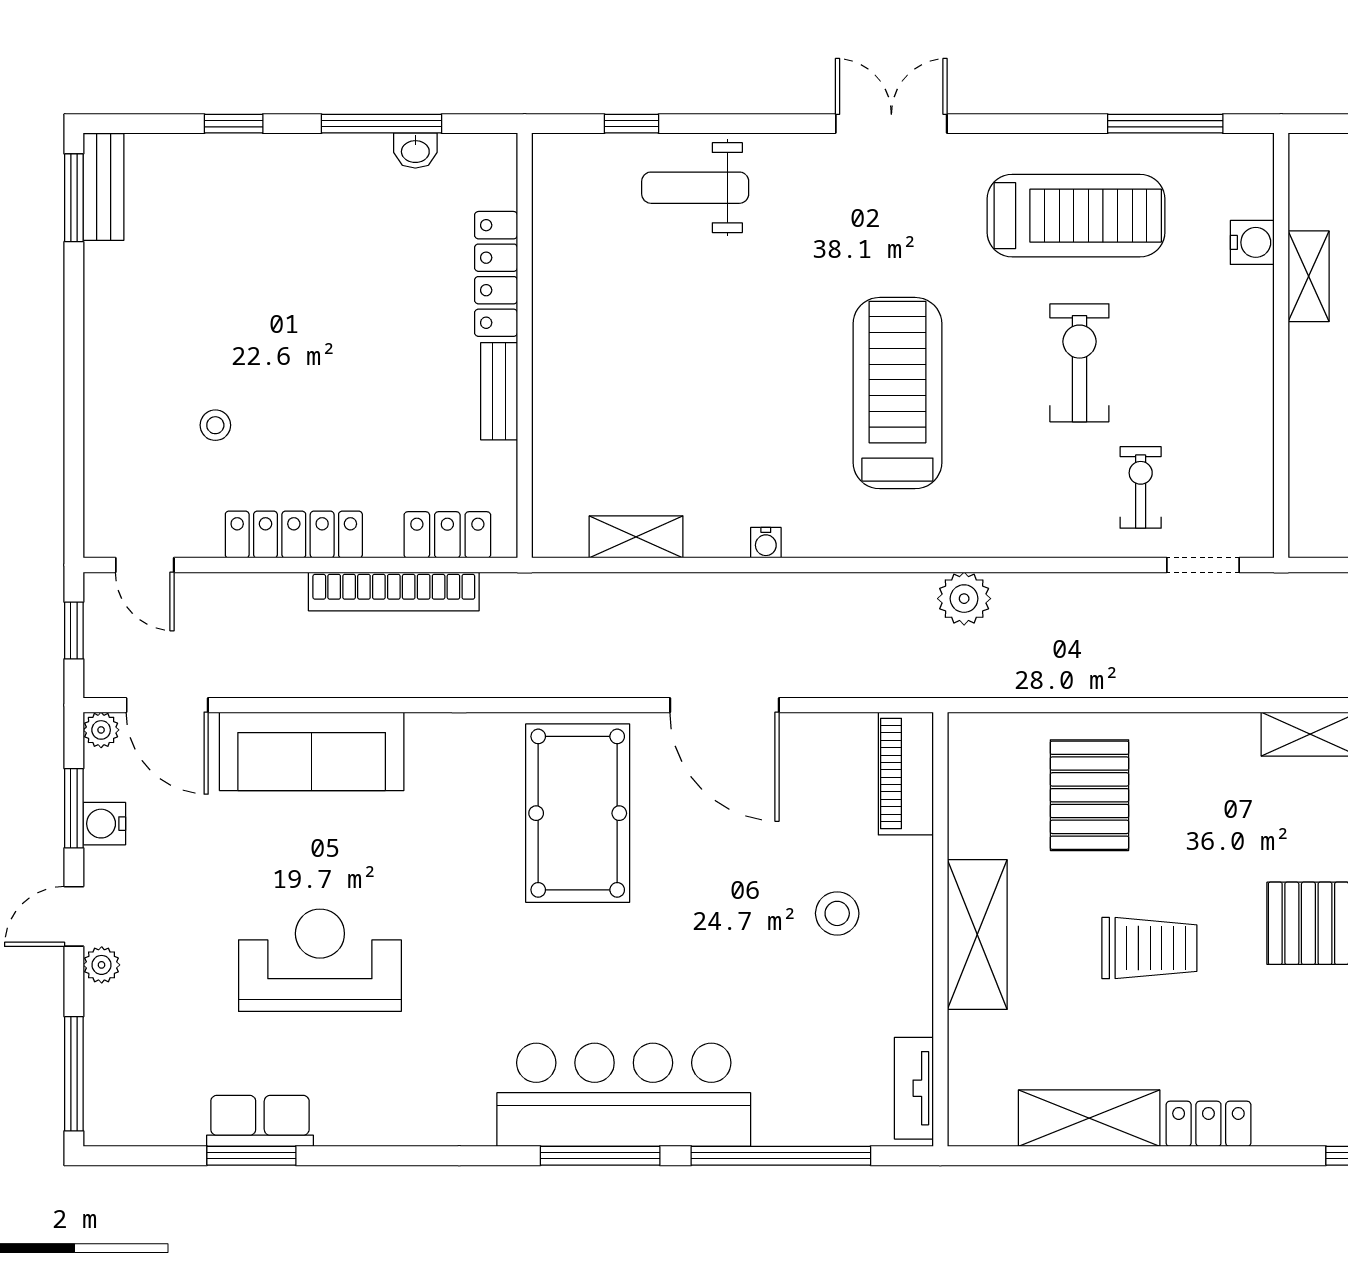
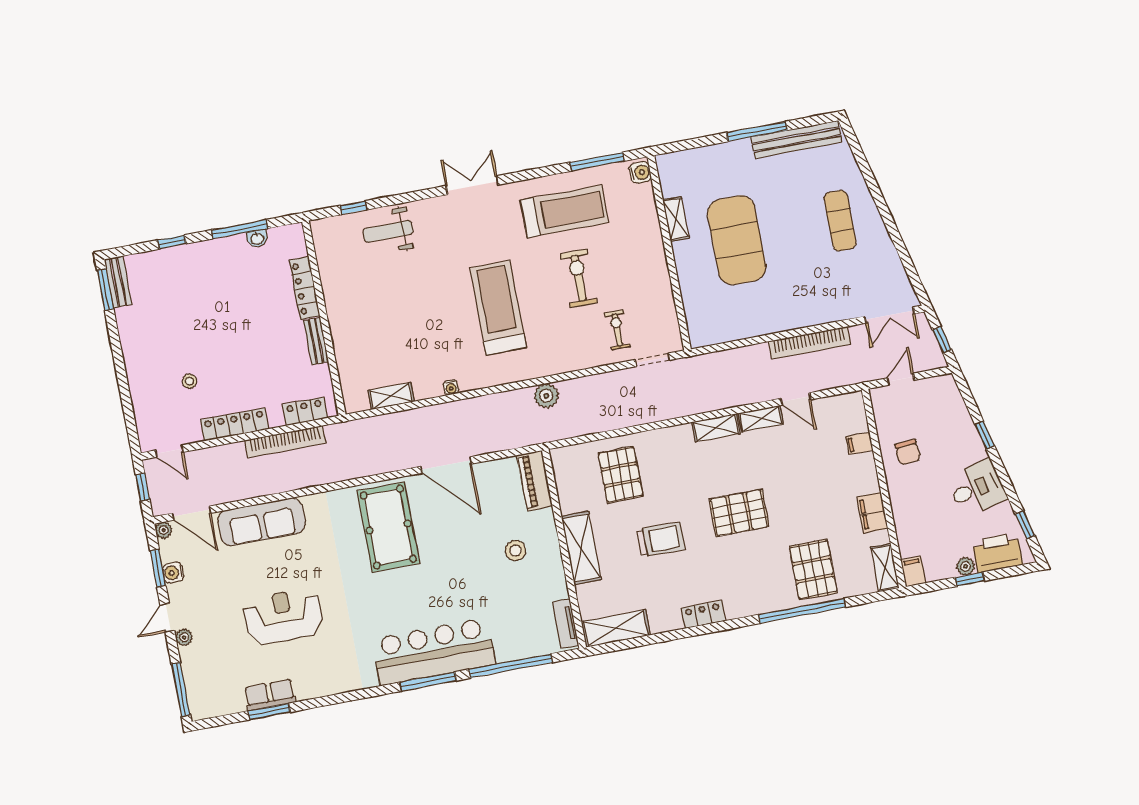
water cooler: (1252, 242) -> (640, 173), moved
shelving: (1089, 1118) -> (616, 628), moved

